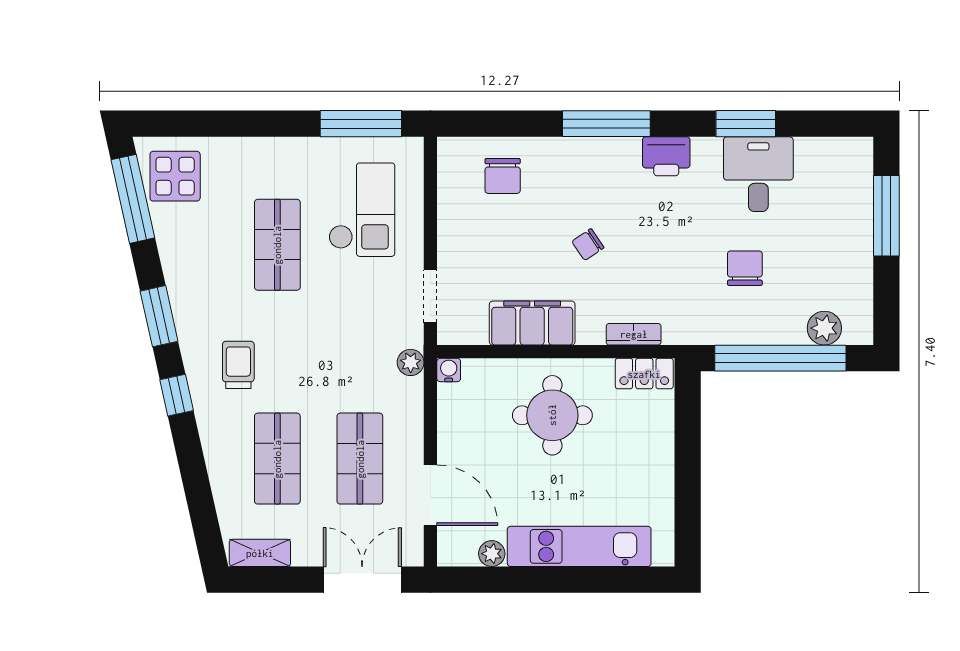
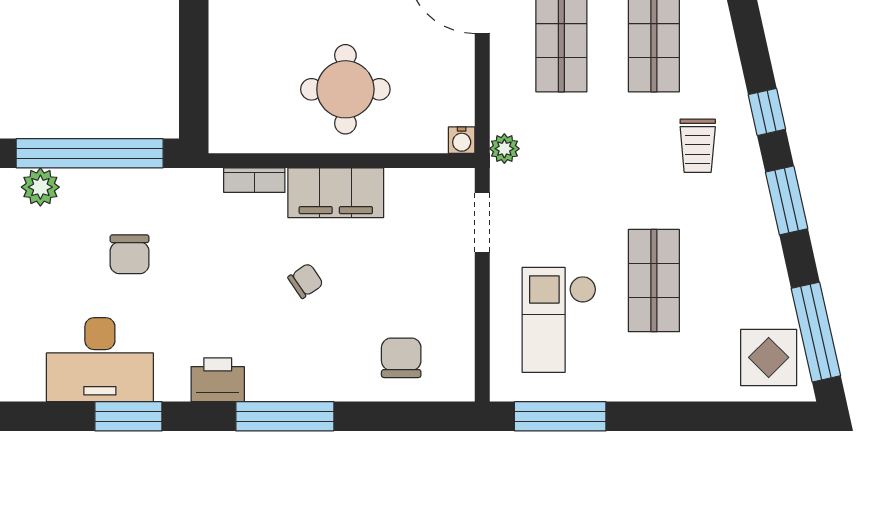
desk: (758, 174) -> (100, 360), width x1.37
filing cabinet: (532, 323) -> (336, 193), moved
locker: (644, 374) -> (242, 136), removed

